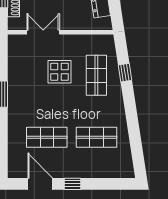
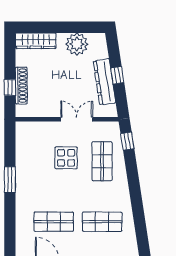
double door: (43, 32) -> (77, 119), moved
window: (125, 73) -> (127, 141), moved

